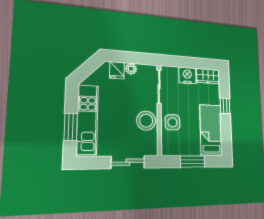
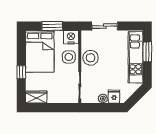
nightstand: (187, 75) -> (71, 37), moved, turned 180
bed: (211, 130) -> (40, 51), width x1.50

